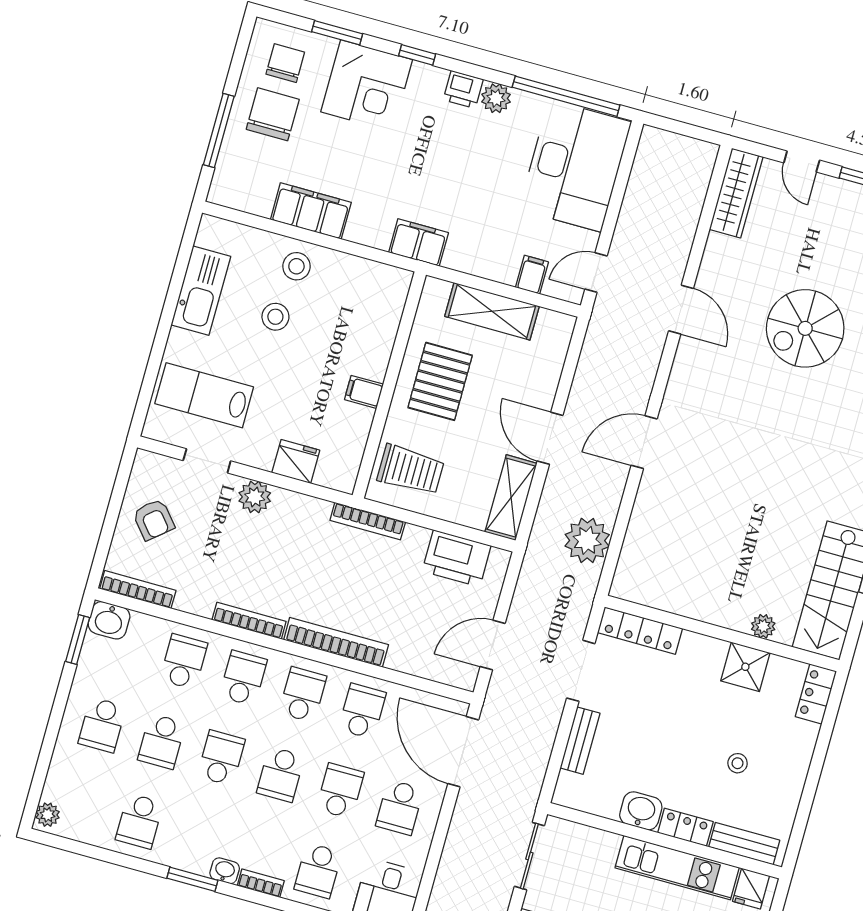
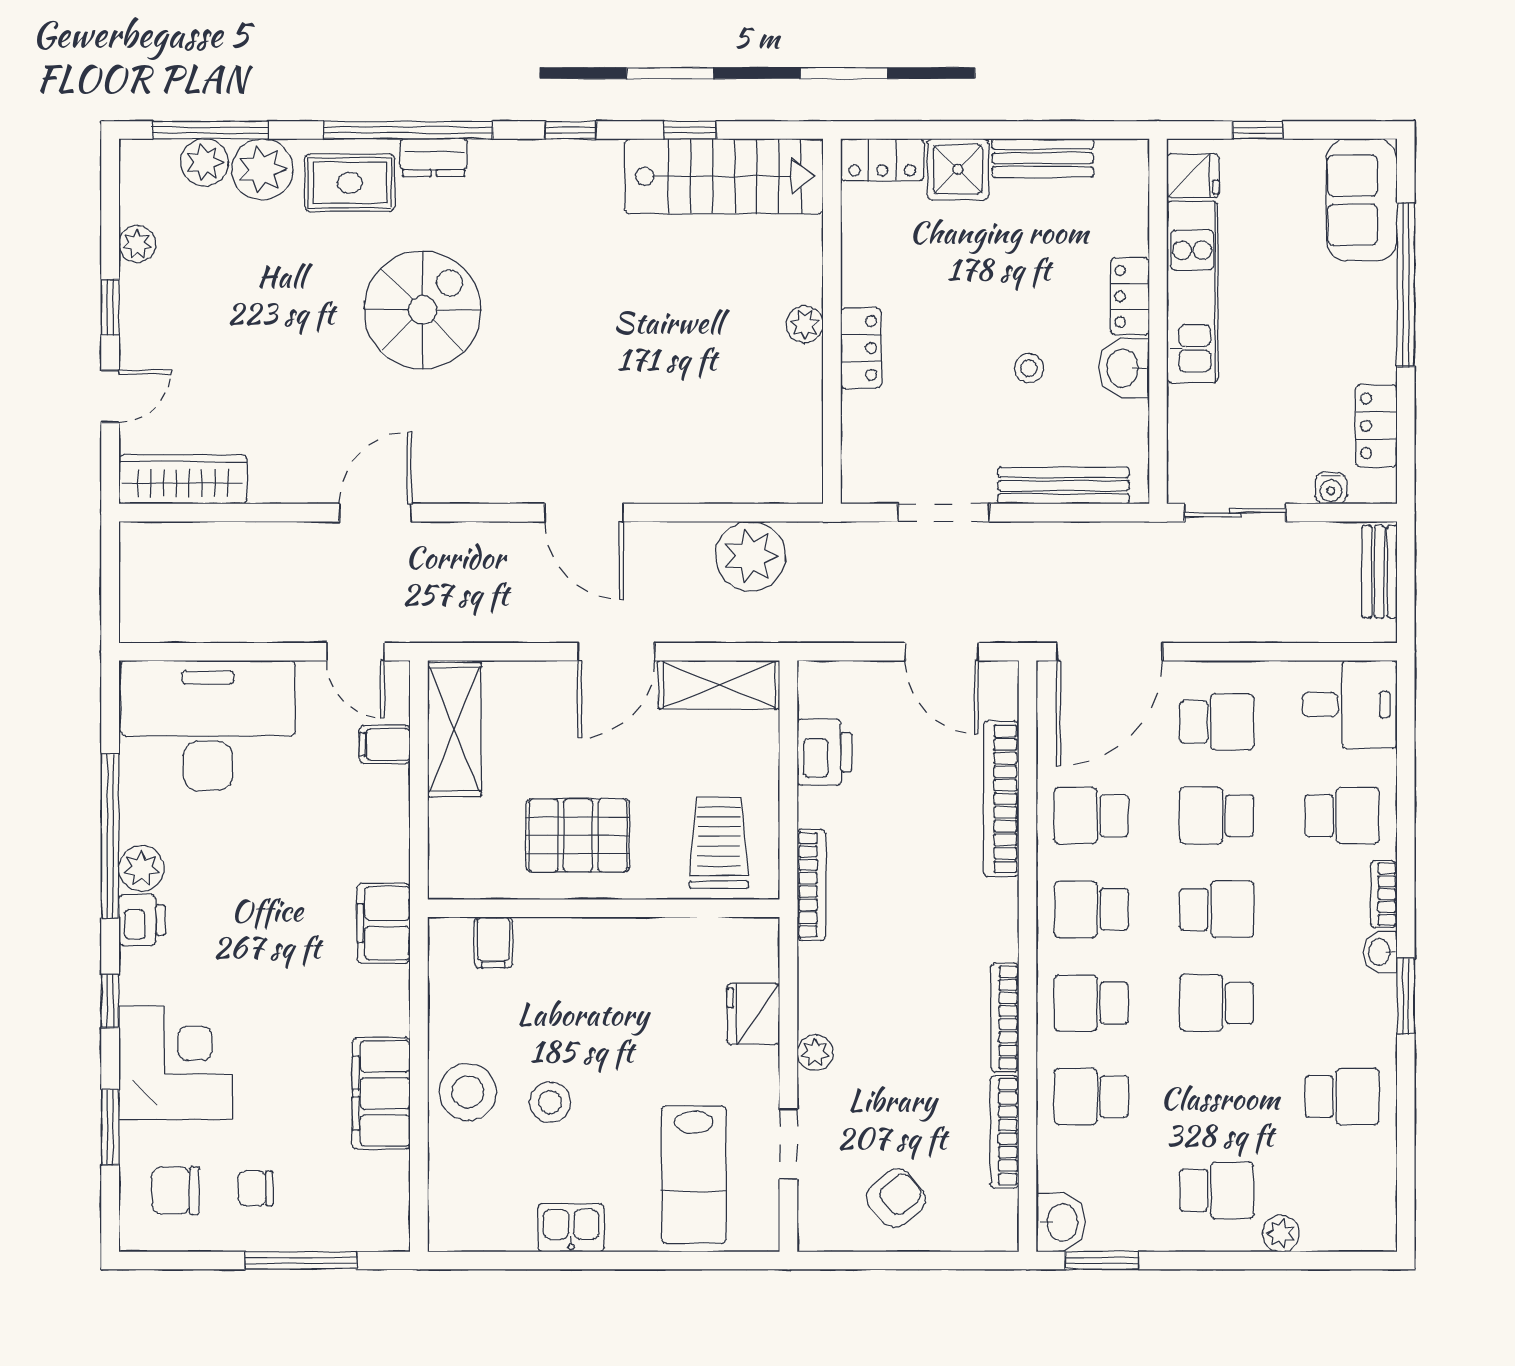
window: (566, 96) -> (110, 836), moved
chair: (273, 114) -> (255, 1188), width x0.54, depth x0.54
stool: (296, 266) -> (468, 1092), width x1.38, depth x1.38
kitchen sink: (201, 291) -> (571, 1228), width x0.53, depth x0.81
shelving: (492, 311) -> (454, 729), moved
spiral stairs: (805, 328) -> (423, 310), moved, turned -90
filing cabinet: (364, 392) -> (493, 942), moved
plant: (255, 497) -> (815, 1053), width x0.73, depth x0.73
printer: (457, 558) -> (825, 752), width x0.73, depth x0.84
bookcase: (138, 590) -> (1004, 1132), moved
plant: (763, 626) -> (805, 324), moved
locker: (640, 631) -> (861, 348), moved, width x0.66
bookcase: (336, 642) -> (1001, 799), moved
shower: (745, 667) -> (958, 169), moved
school desk: (162, 741) -> (1217, 1097), removed
bench: (580, 741) -> (1064, 486), width x1.36
stool: (738, 763) -> (1029, 368), moved
plant: (48, 815) -> (1281, 1233), moved
bench: (744, 844) -> (1043, 158), moved, turned 90

